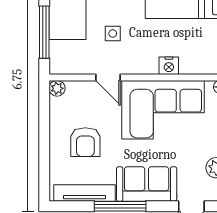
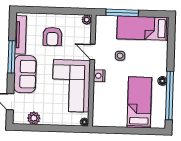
nightstand: (169, 66) -> (99, 76), moved
door: (108, 77) -> (93, 52), hinge flipped
armchair: (85, 142) -> (52, 36), turned -90

